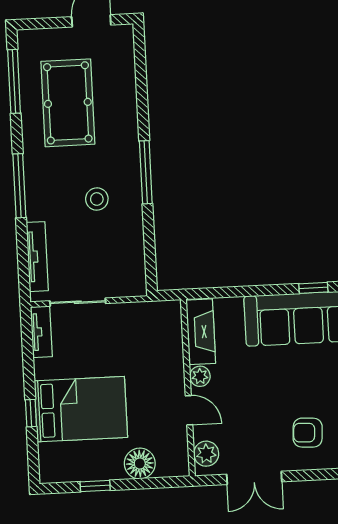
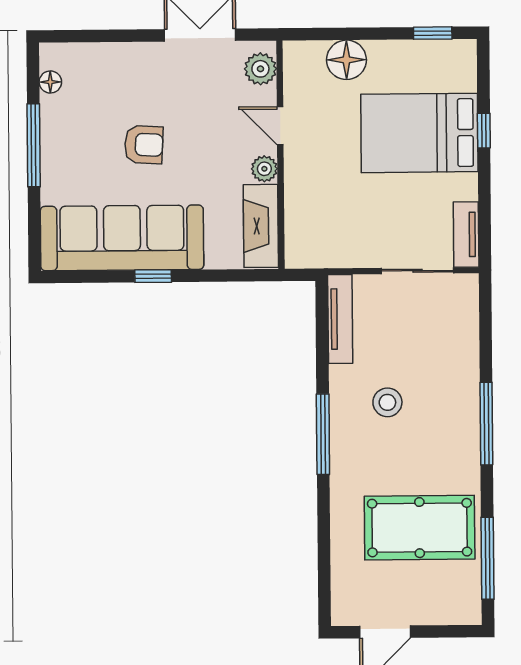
pool table: (68, 103) -> (420, 528), turned 90
tv unit: (37, 257) -> (340, 319), moved, turned 180
window: (313, 288) -> (153, 276), moved
armchair: (308, 433) -> (144, 145), moved
window: (95, 486) -> (433, 33), moved

